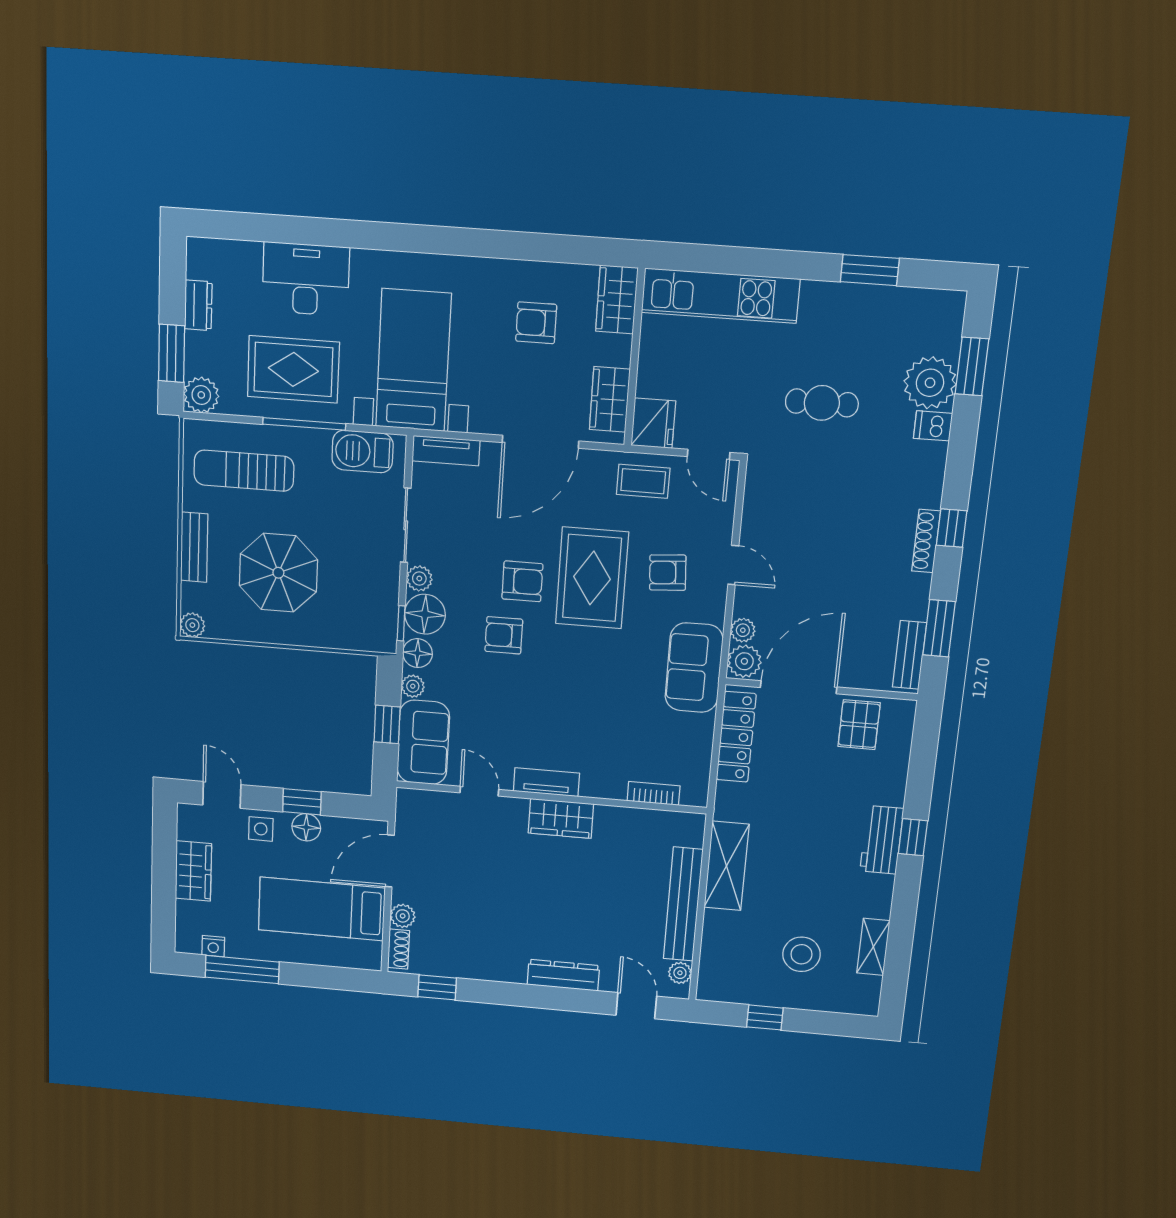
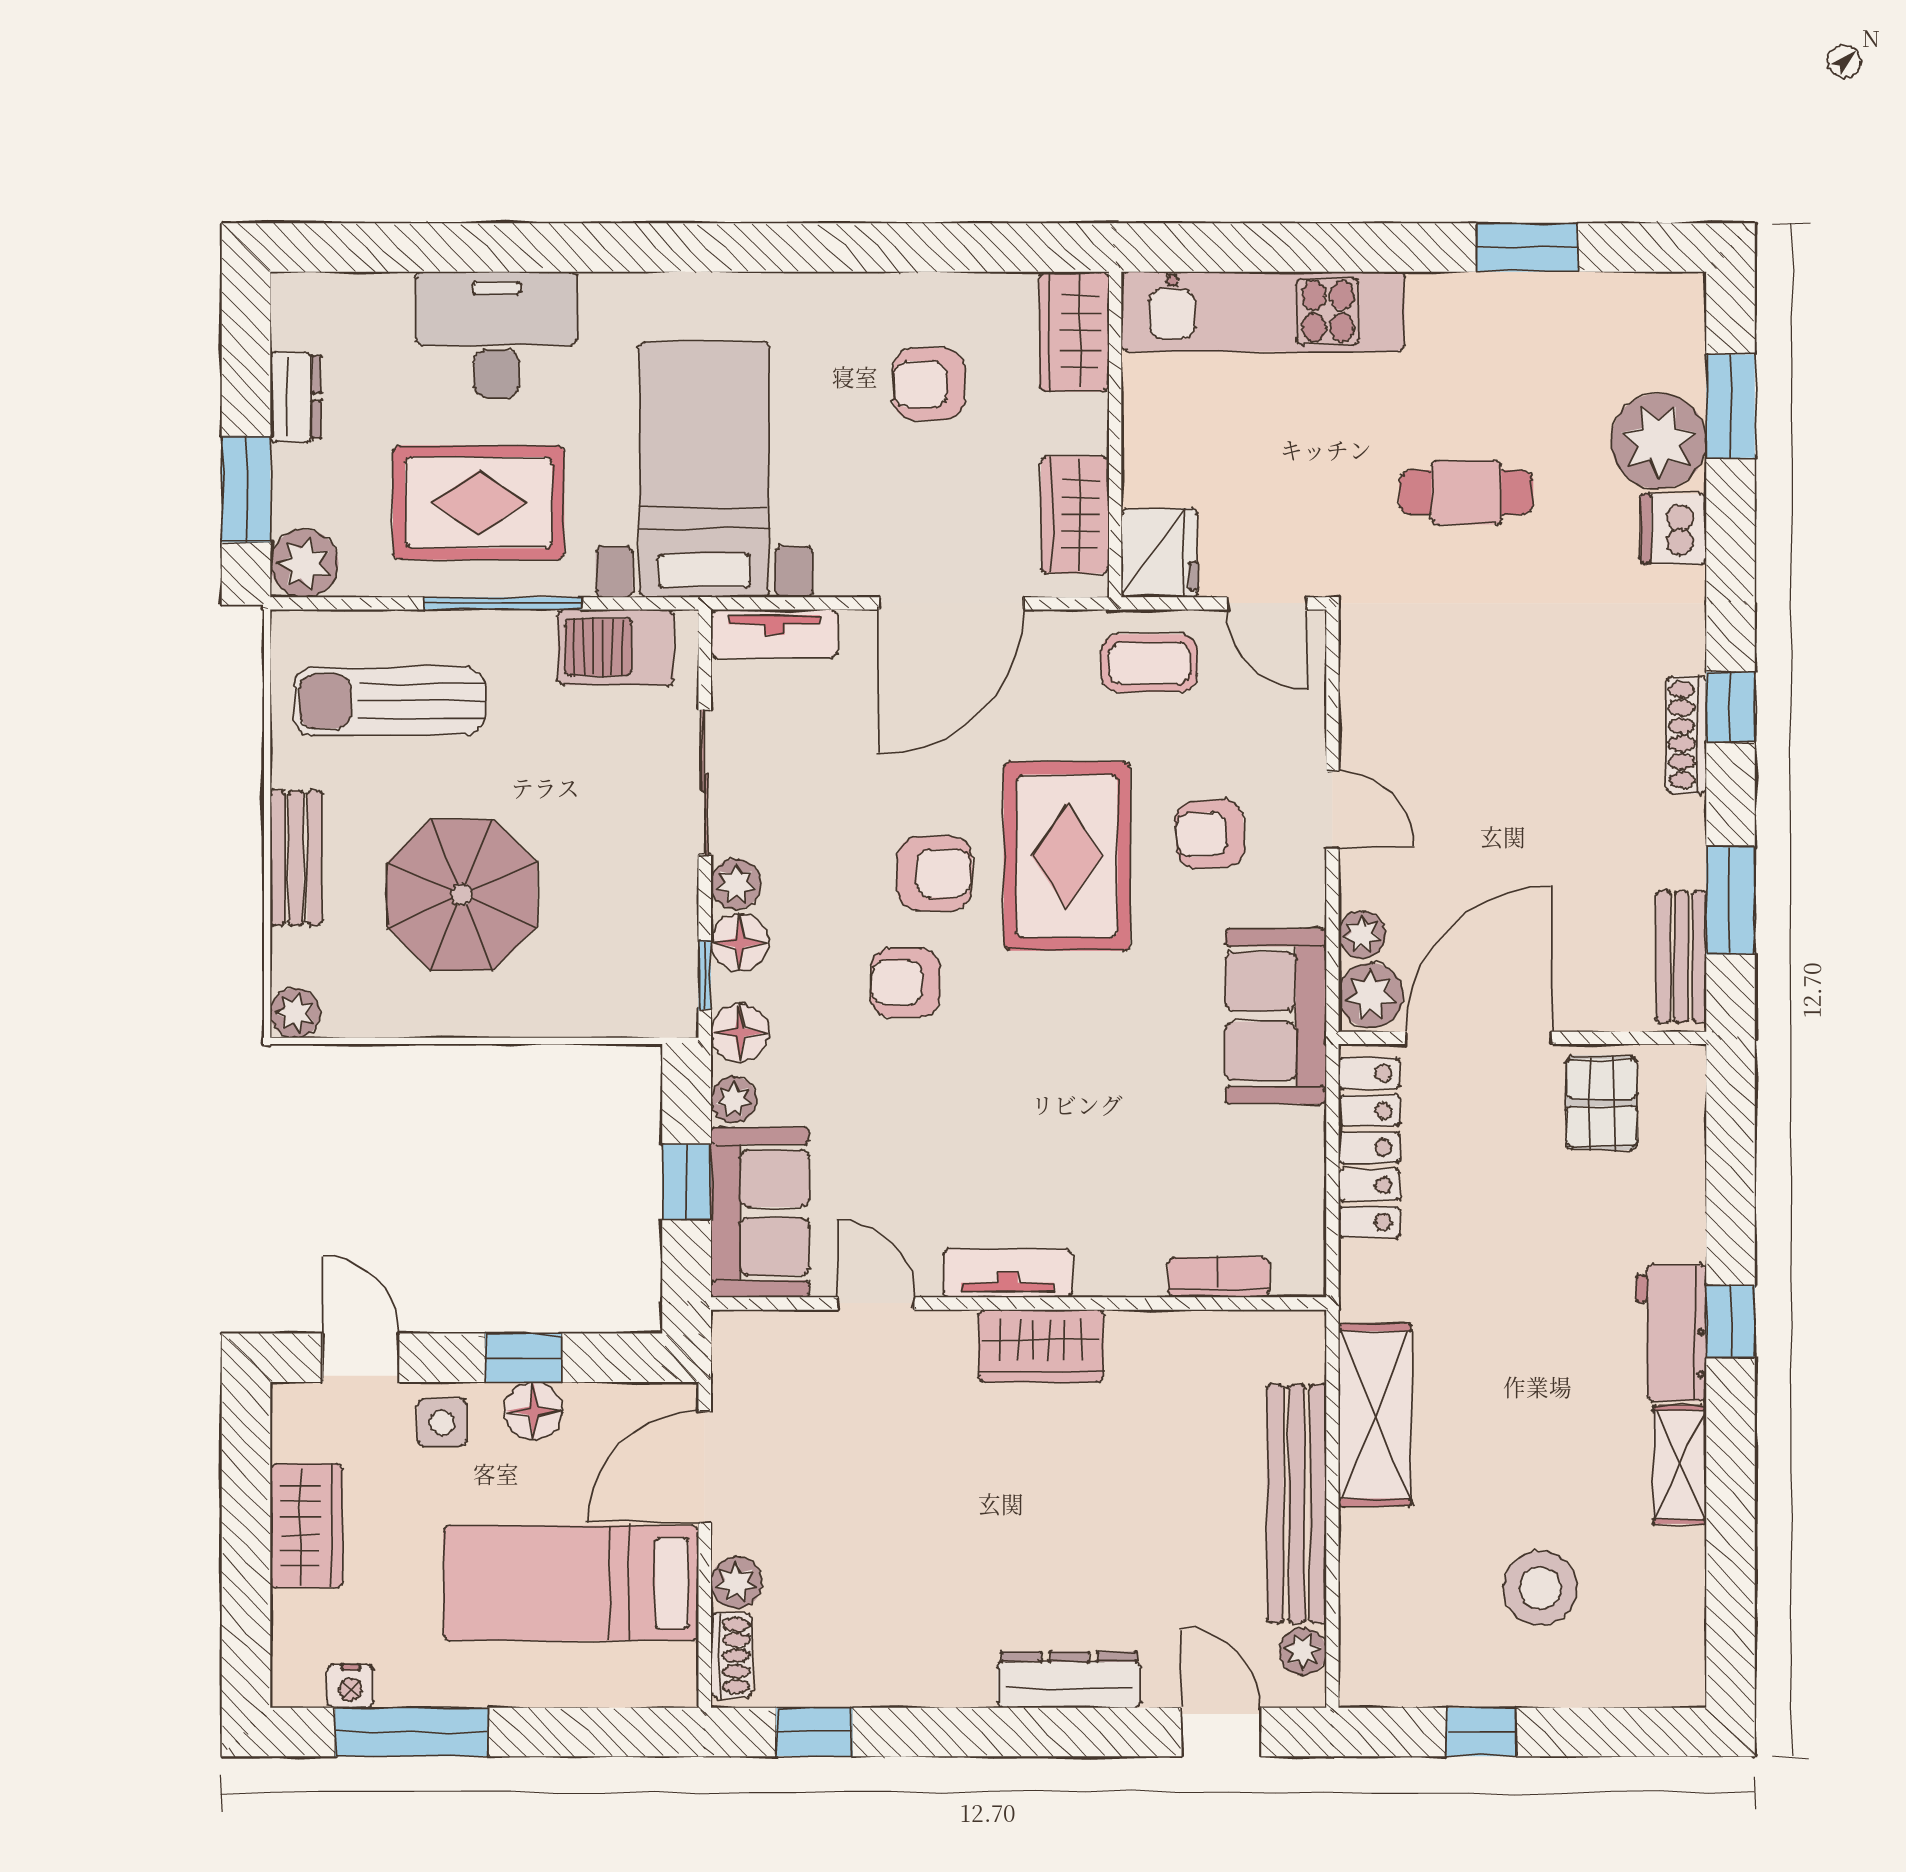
dishwasher: (933, 426) -> (1674, 529), width x1.38
floor lamp: (425, 614) -> (740, 943), width x0.73, depth x0.73
shelving: (873, 947) -> (1680, 1465), moved

